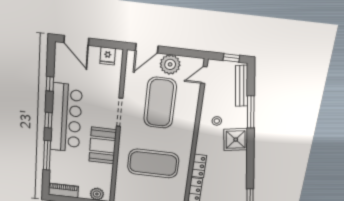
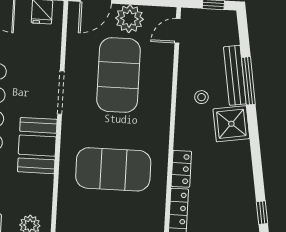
bench: (242, 86) -> (235, 75), moved

